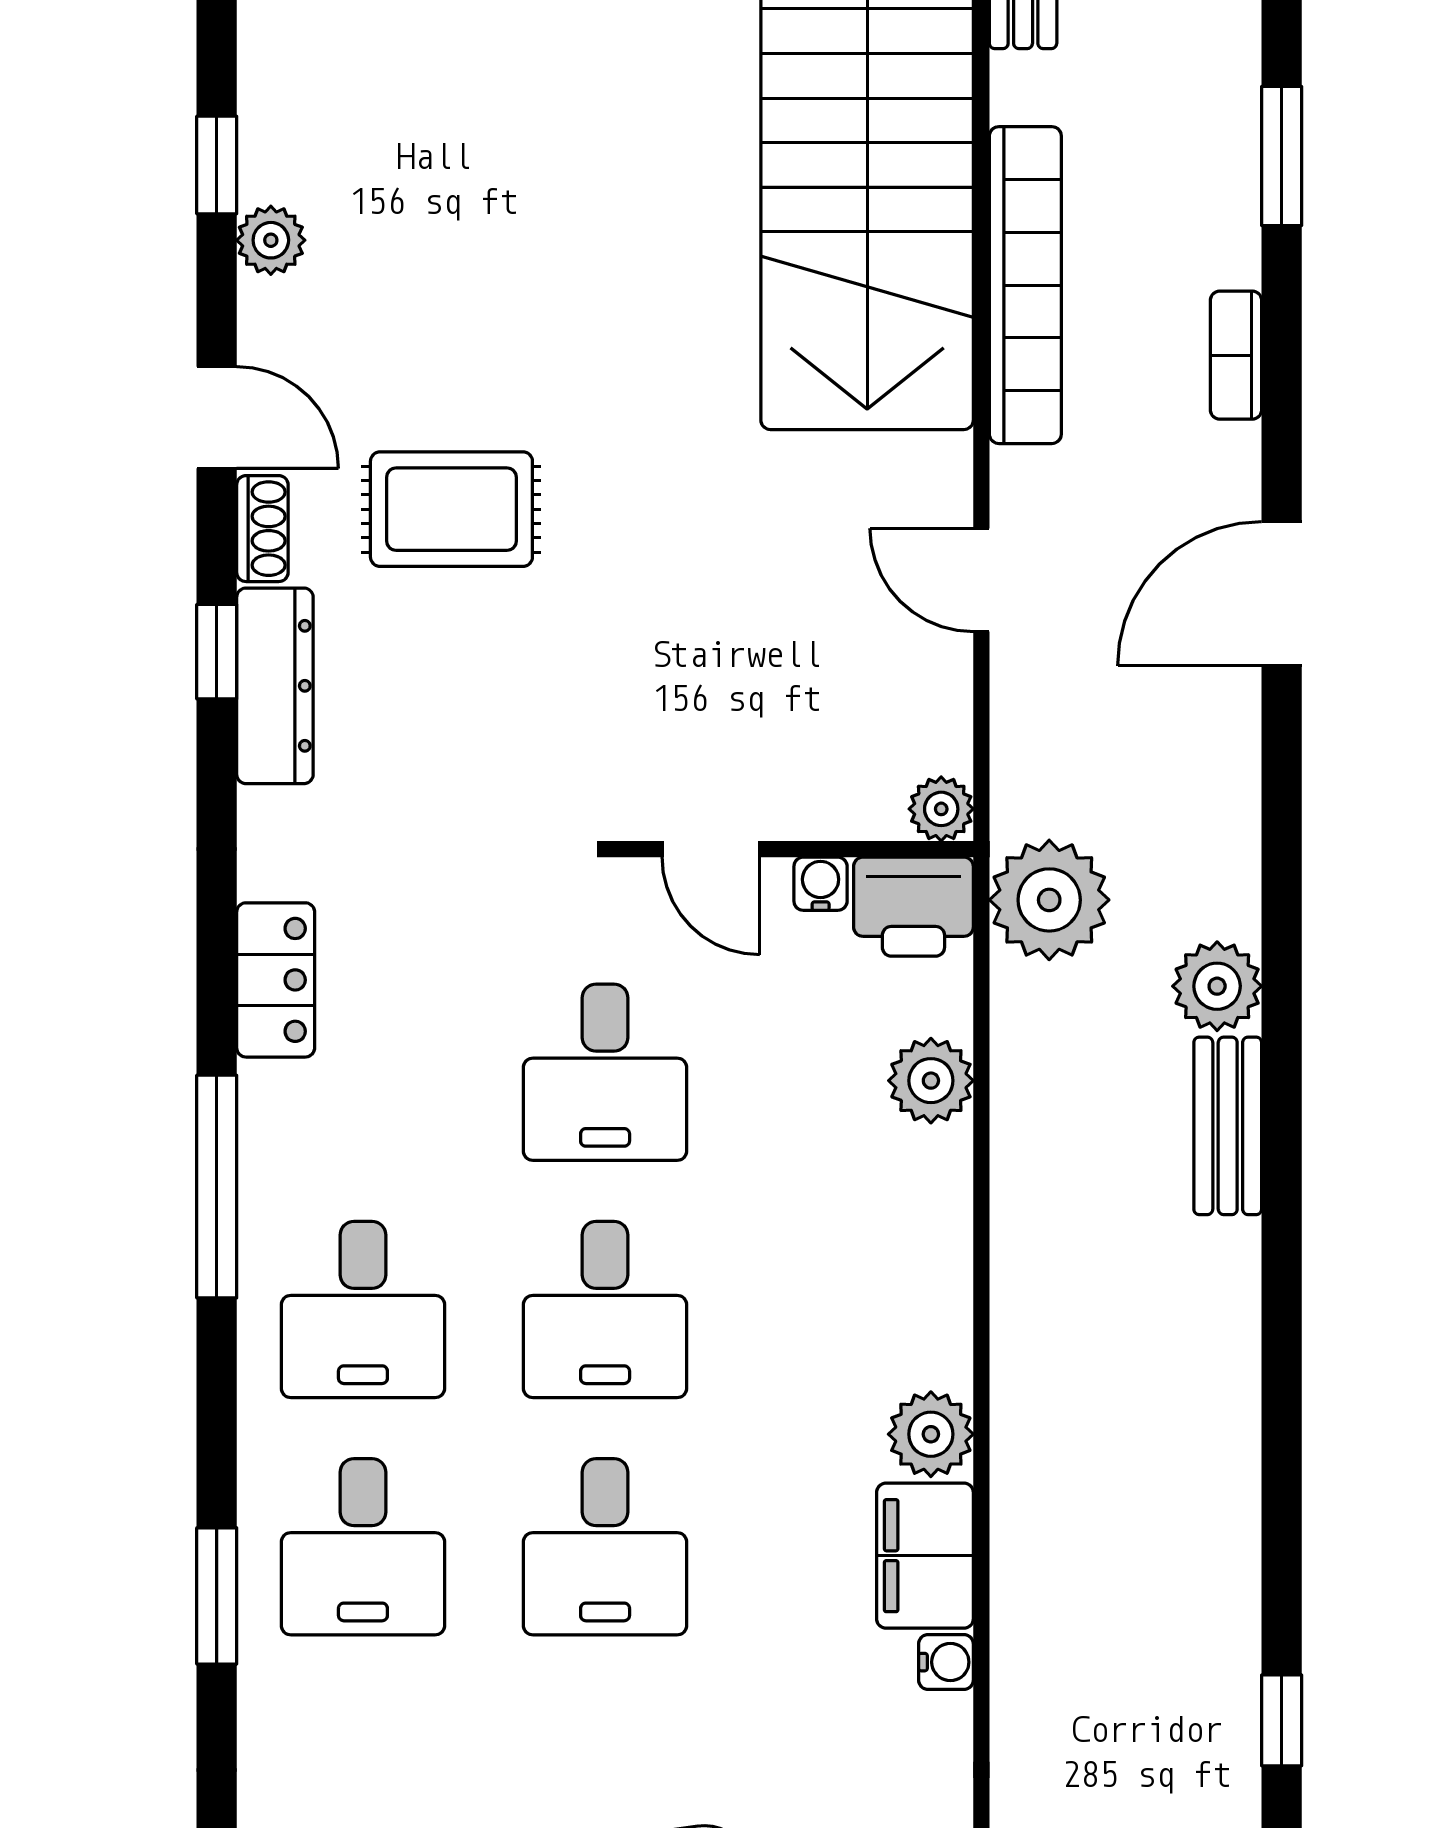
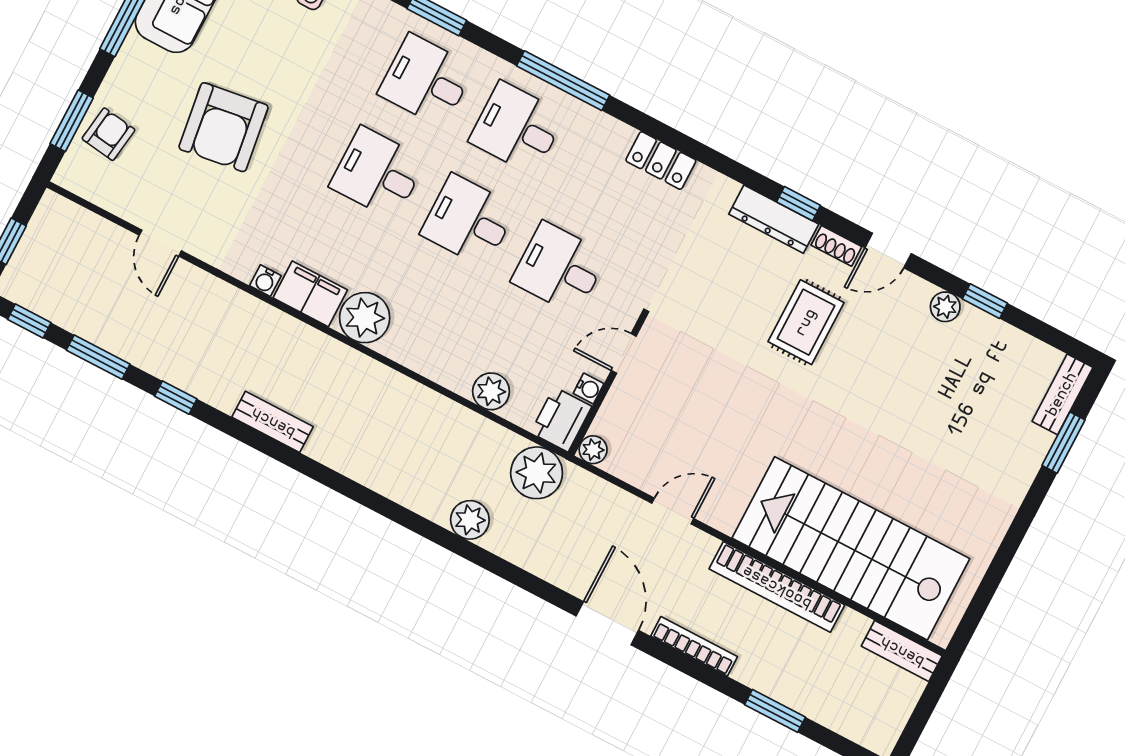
bookcase: (1236, 355) -> (694, 646), width x1.56
bench: (1228, 1126) -> (273, 422), moved
window: (217, 1187) -> (563, 81), moved
plant: (931, 1434) -> (365, 318), width x1.36, depth x1.36

